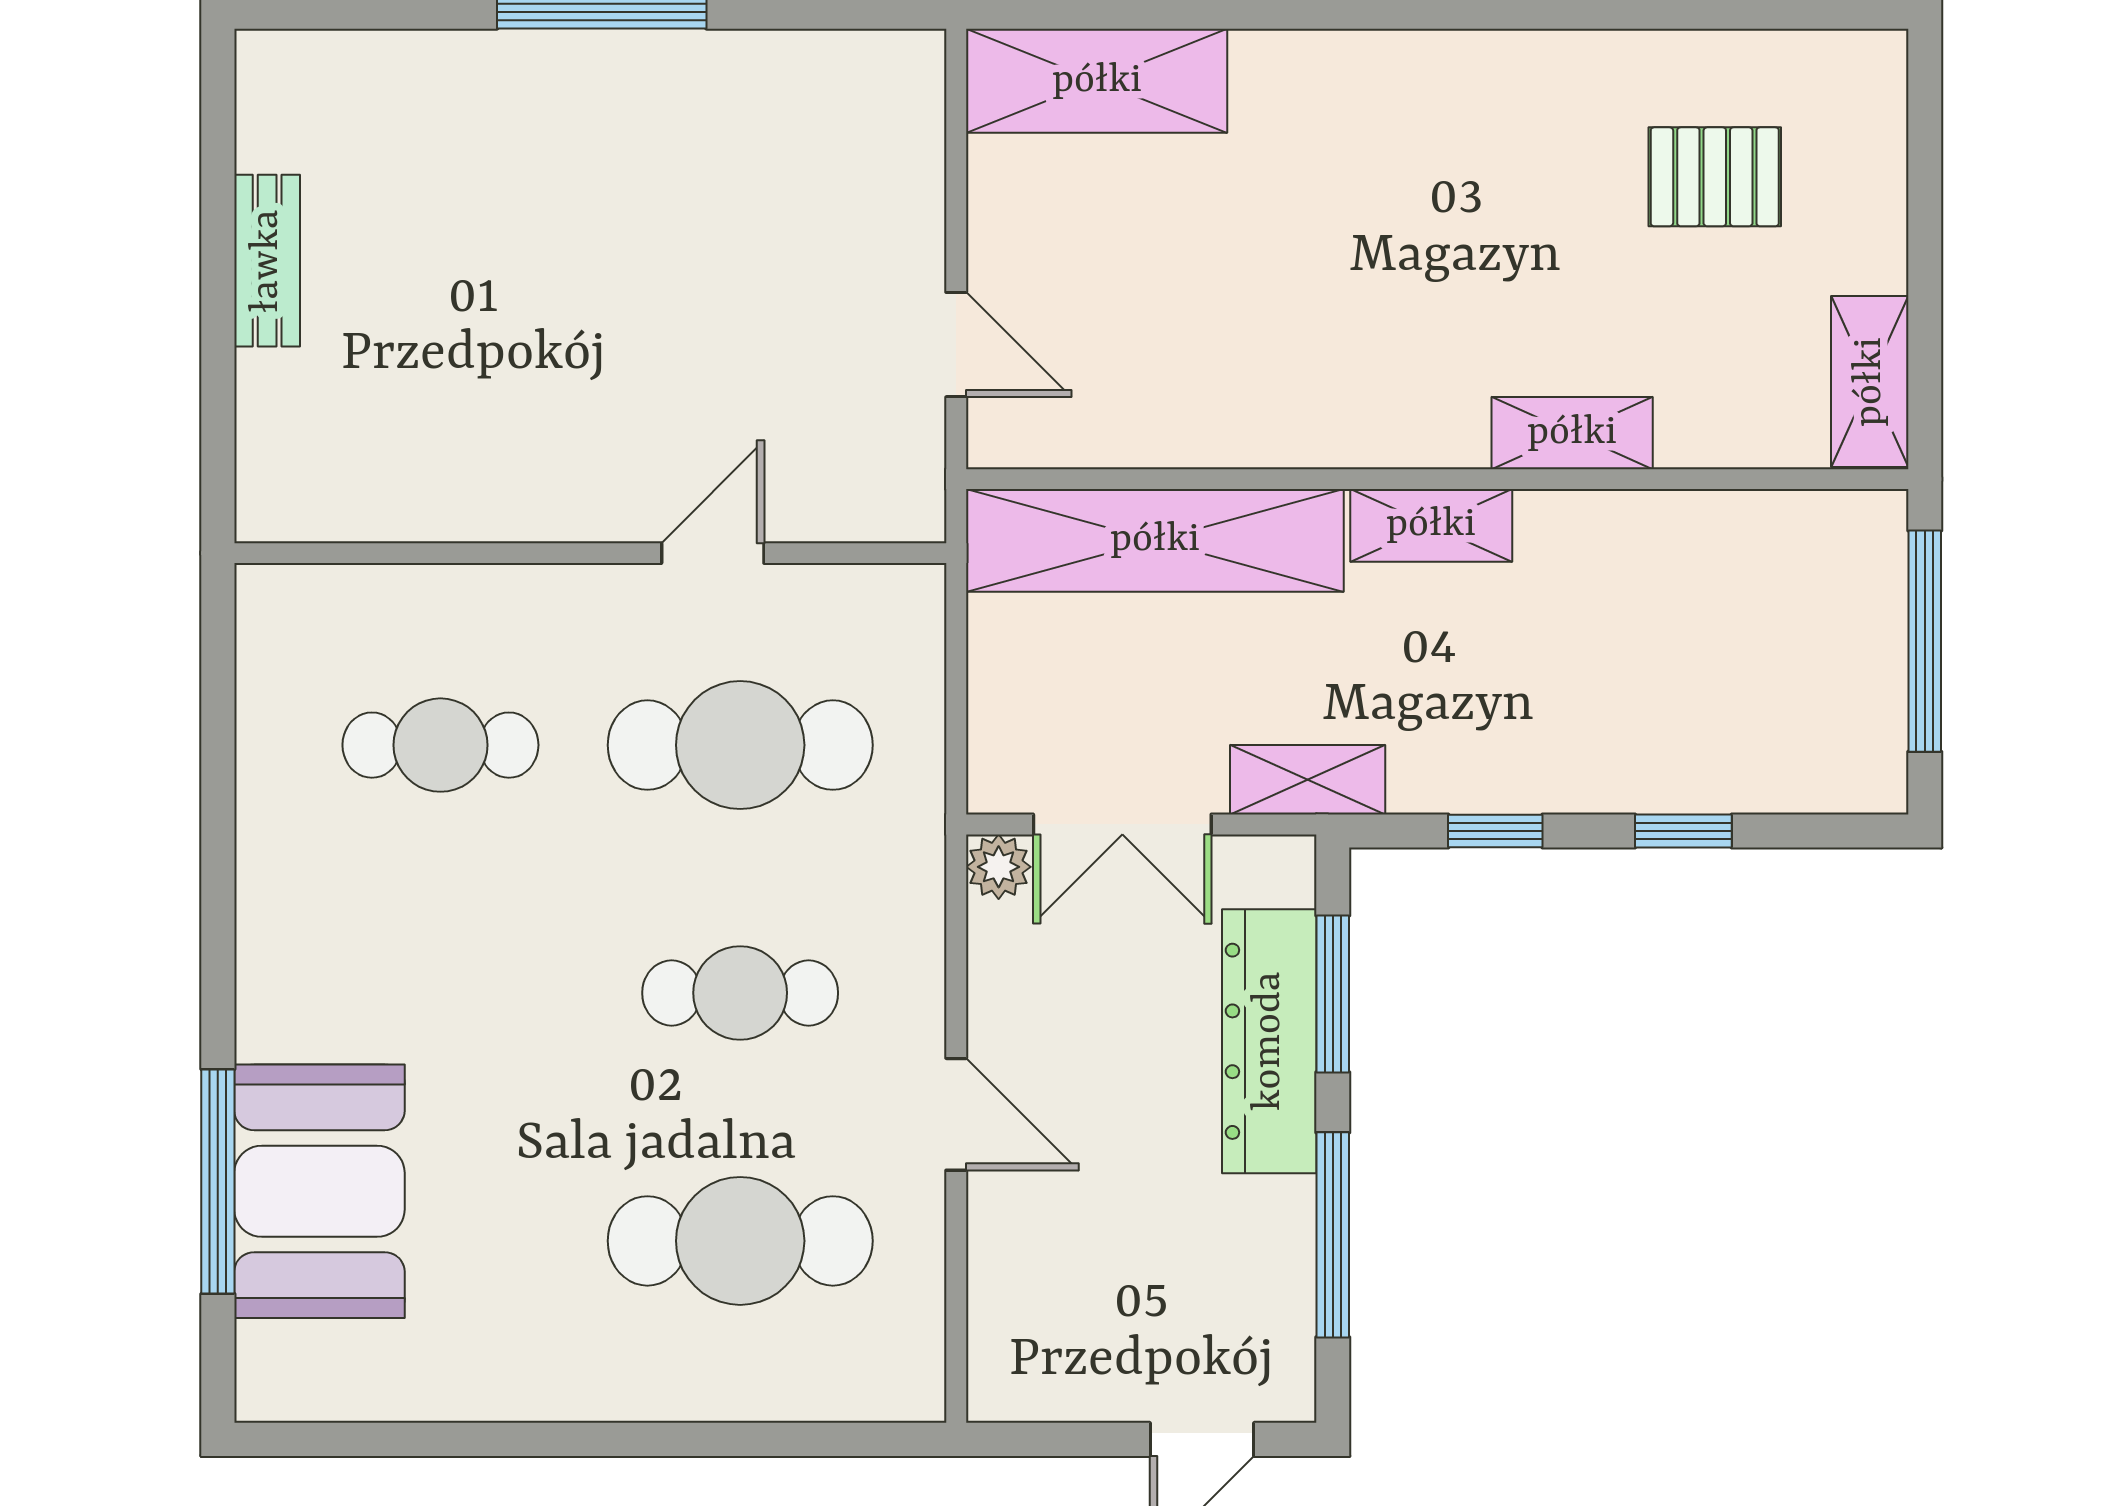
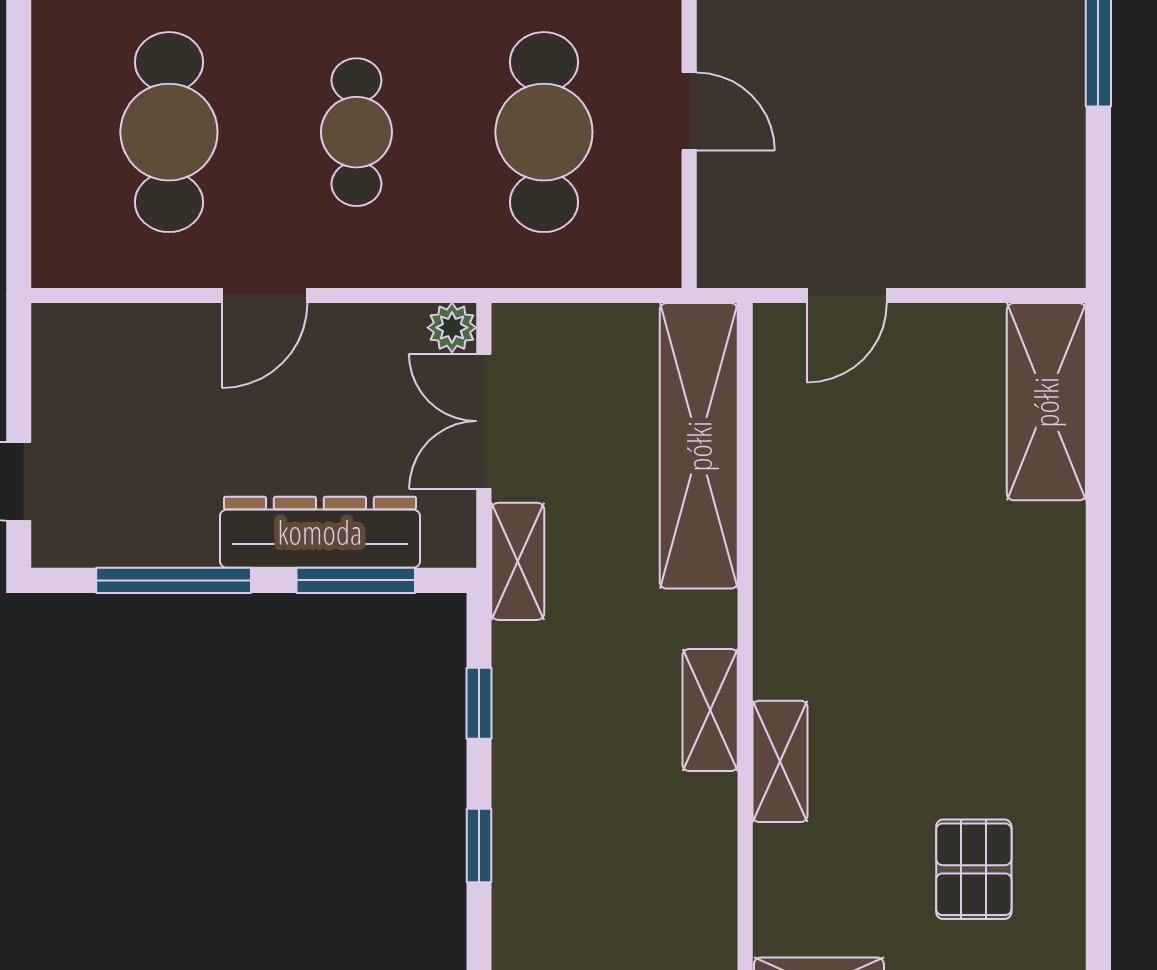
shelving: (1431, 525) -> (710, 710), moved

